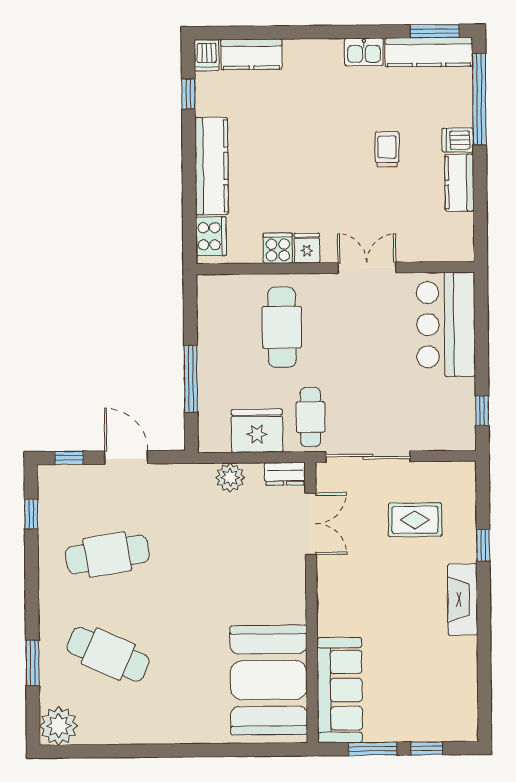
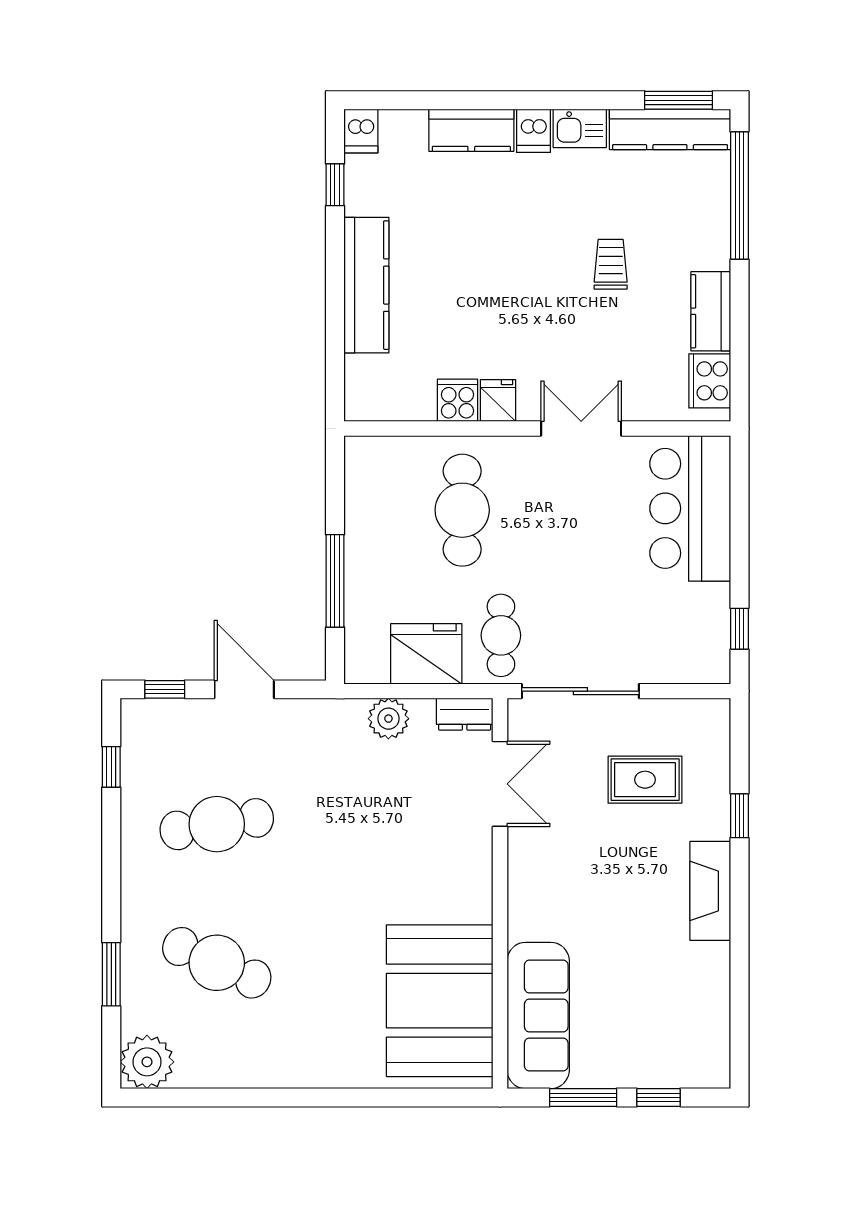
kitchen counter: (251, 54) -> (471, 130), moved
dishwasher: (458, 140) -> (533, 131), moved, turned -90
cooker: (211, 236) -> (710, 381), moved, turned 180

